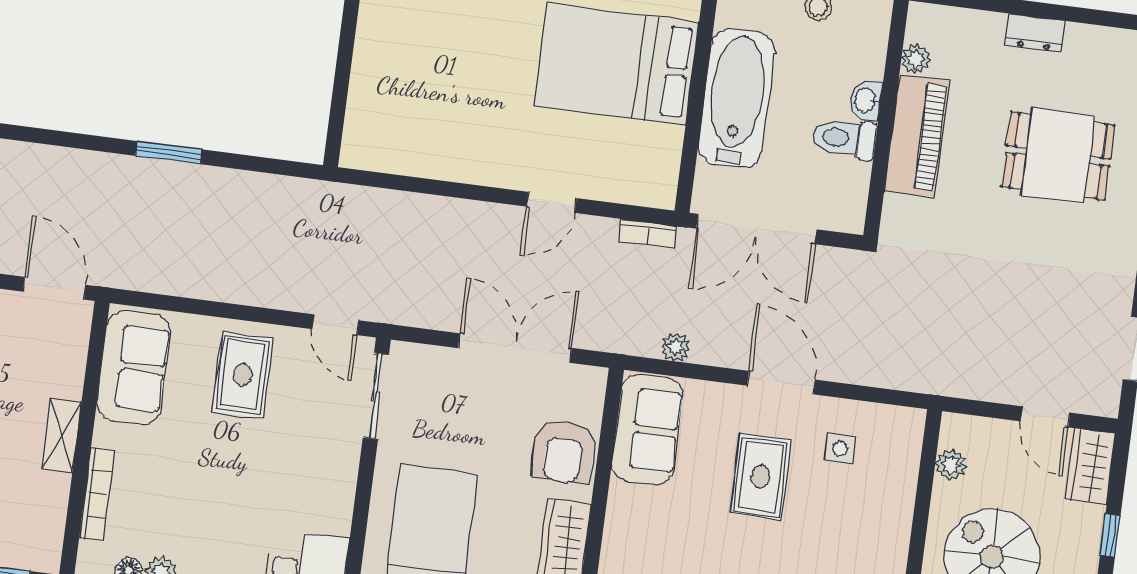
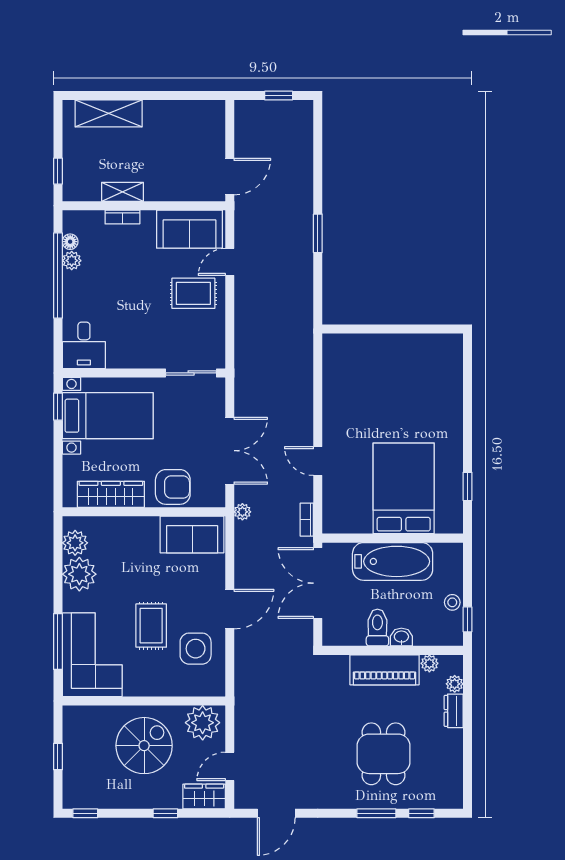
plant: (956, 21) -> (455, 684), added
dresser: (1035, 33) -> (454, 711), moved
door: (335, 325) -> (230, 262), moved
plant: (675, 347) -> (242, 512), moved
shelving: (61, 436) -> (123, 192), moved
side table: (840, 449) -> (196, 649), width x1.87, depth x1.87
armchair: (563, 452) -> (173, 487), turned 180
plant: (951, 465) -> (203, 723), width x1.88, depth x1.88
rug: (761, 476) -> (151, 626), moved, turned 90
bookcase: (97, 494) -> (122, 217), width x0.64

